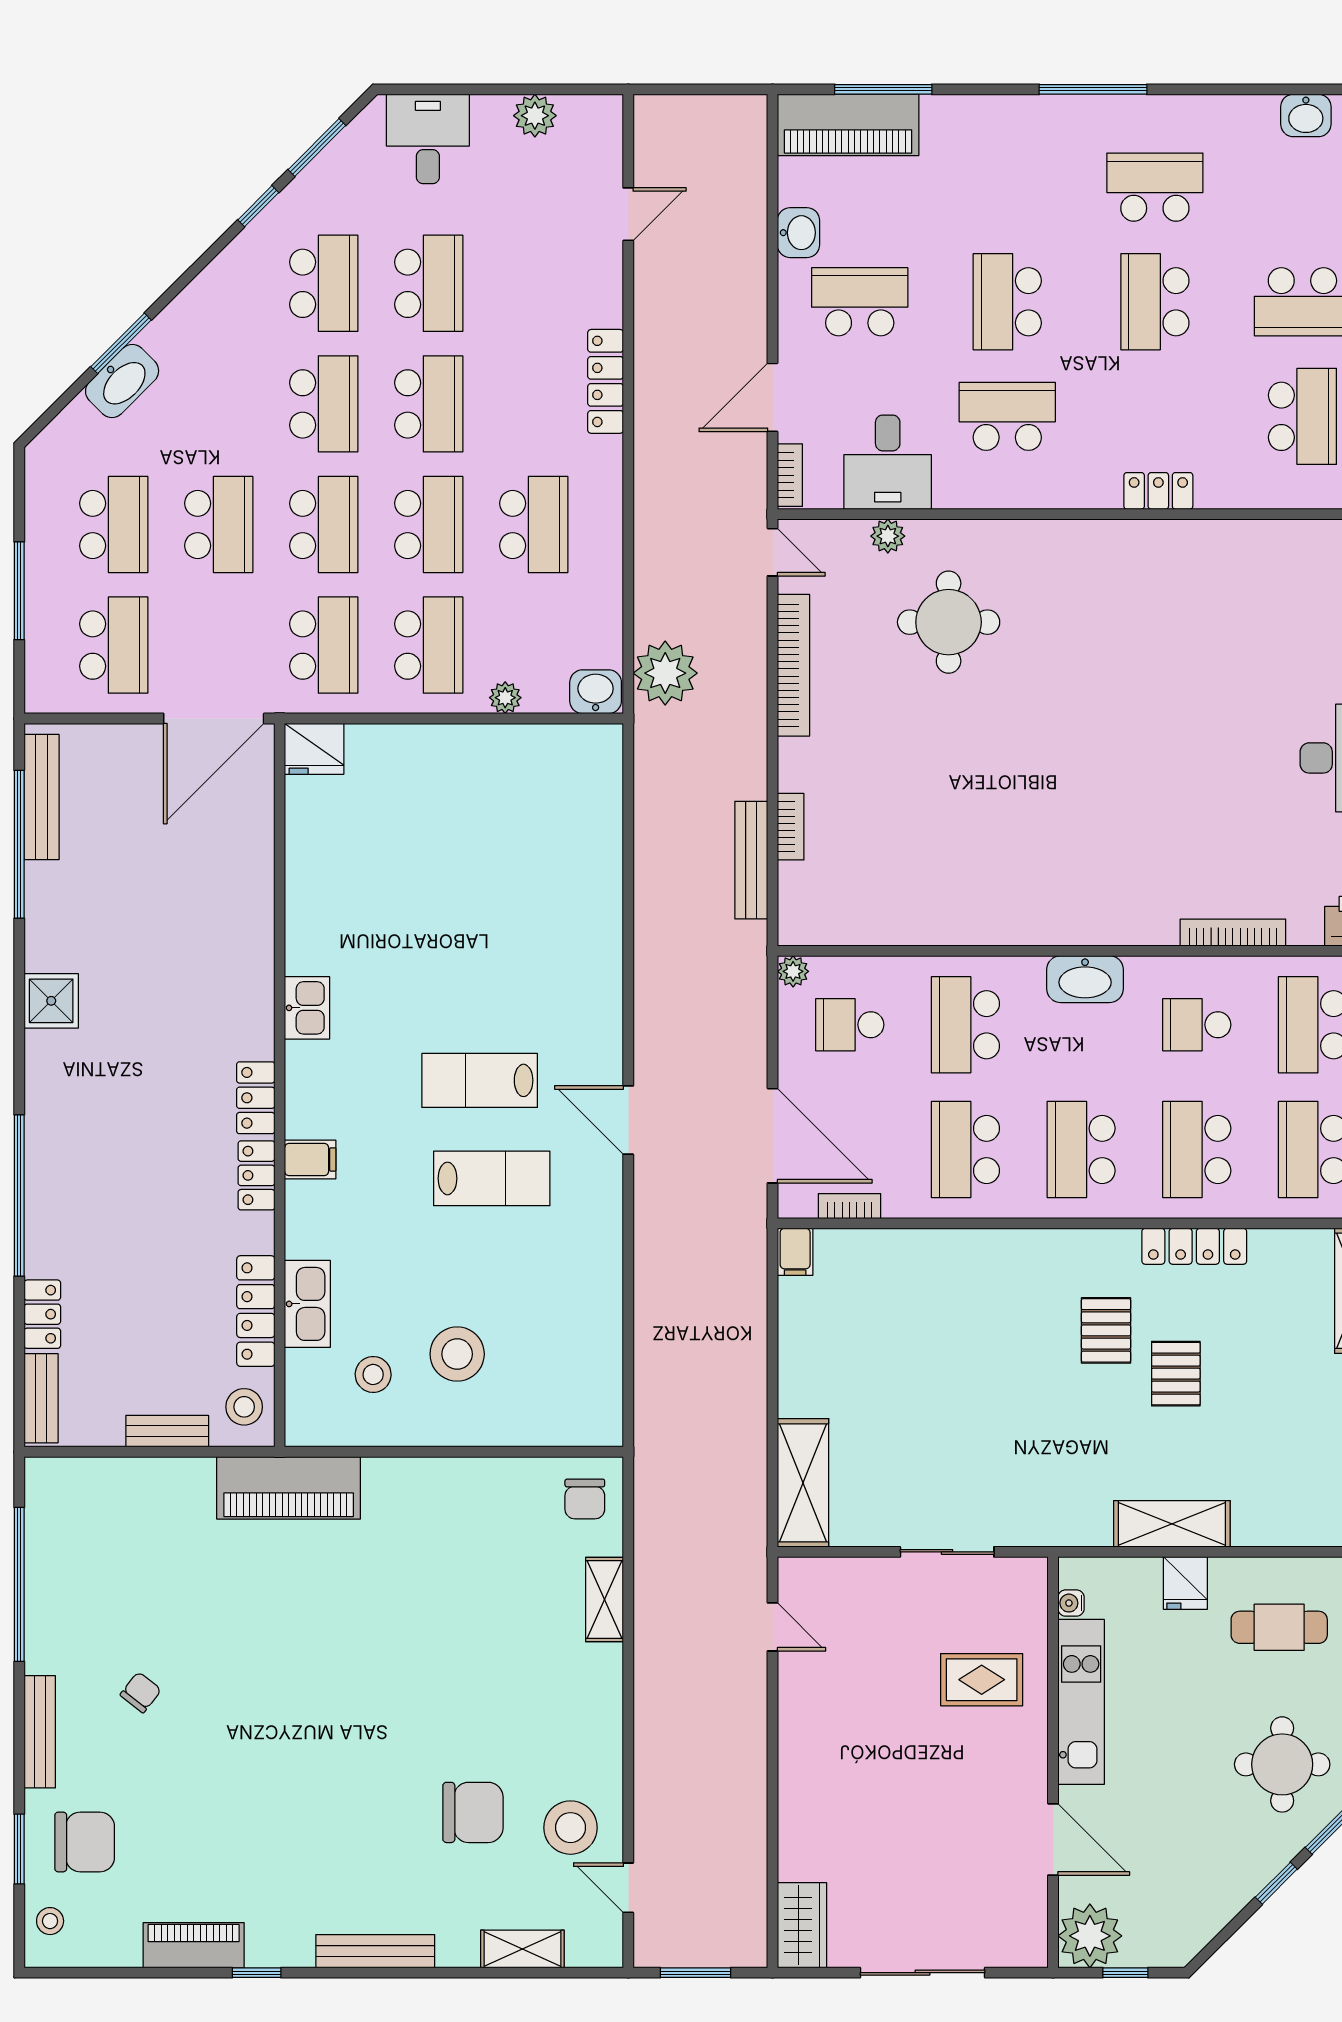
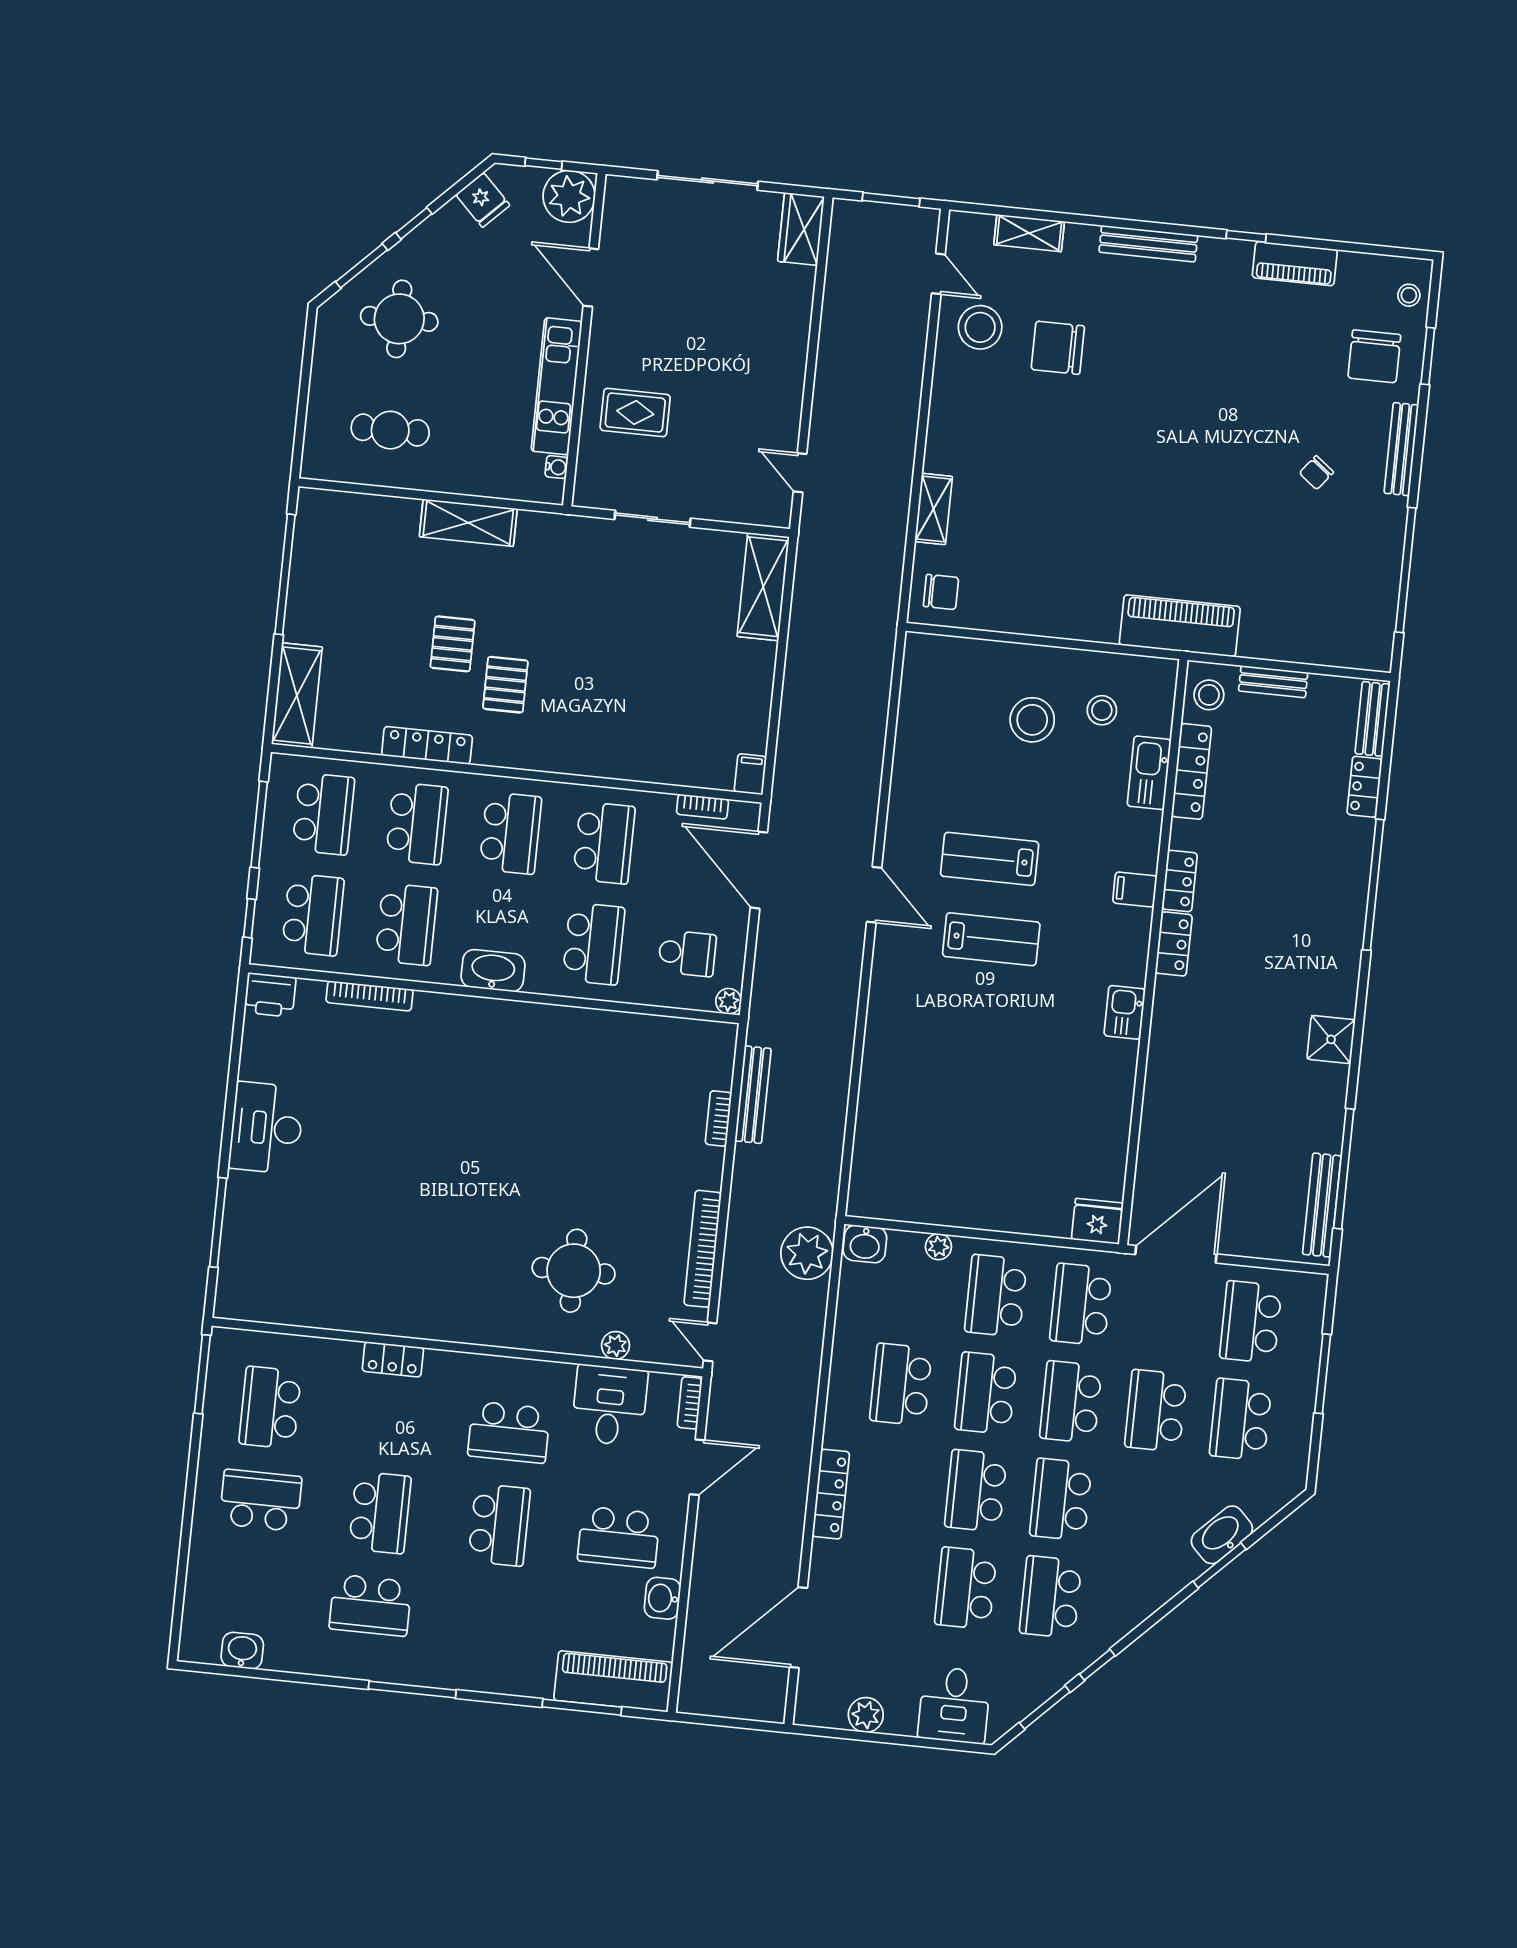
door: (628, 214) -> (799, 1627), width x1.87
school desk: (1197, 1025) -> (406, 924), width x1.85
chair: (585, 1499) -> (941, 592), turned 90
fridge: (1185, 1583) -> (483, 200), moved, turned 135
chair: (85, 1842) -> (1374, 356), turned -90

